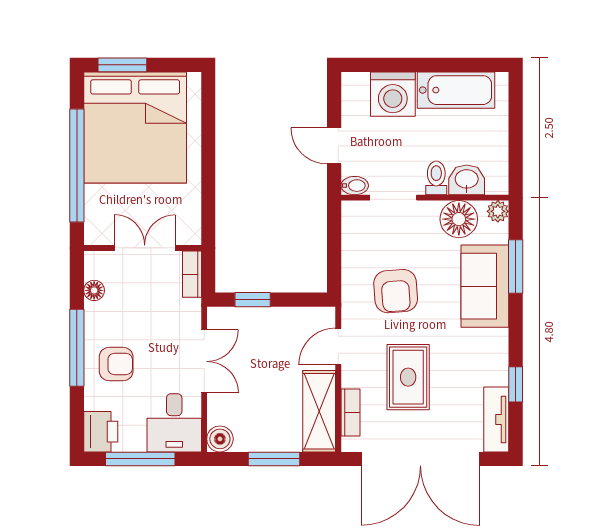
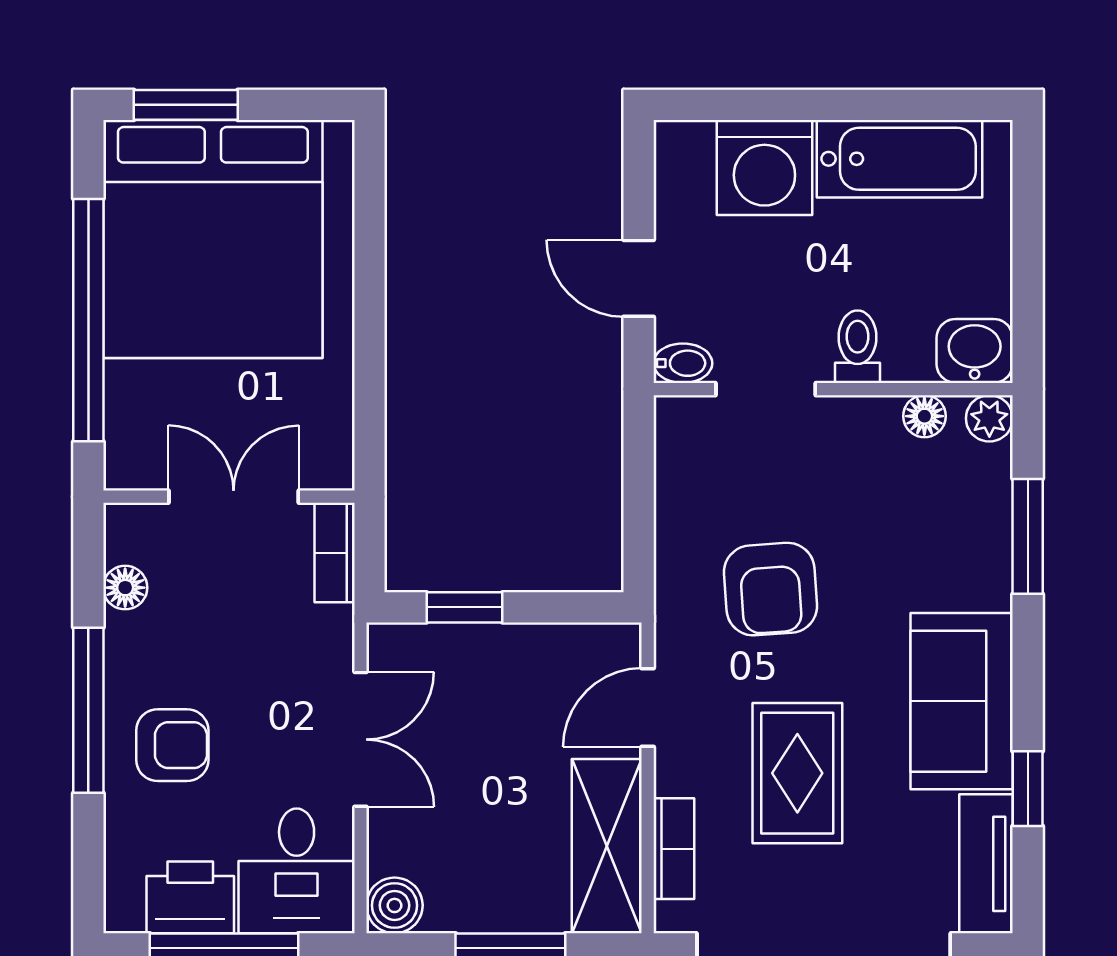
washbasin: (467, 180) -> (975, 351), moved
floor lamp: (459, 219) -> (924, 416), width x0.53, depth x0.53
sofa: (485, 286) -> (962, 701), moved
printer: (101, 432) -> (190, 897), moved, turned -90

